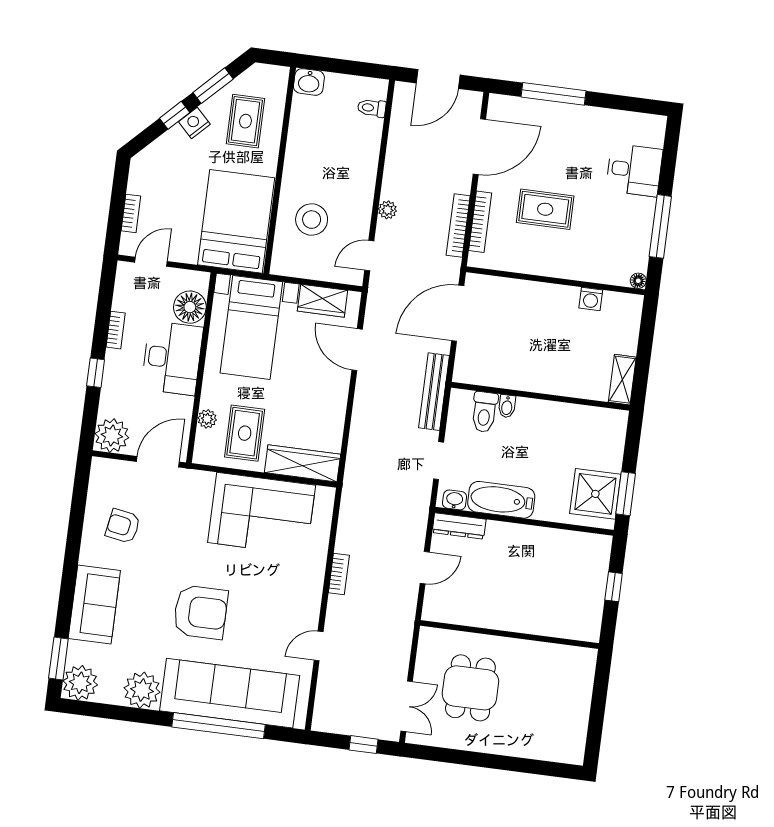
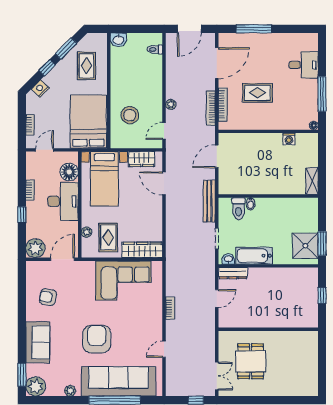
nightstand: (194, 123) -> (40, 89), moved
door: (458, 313) -> (217, 156), width x0.73
armchair: (200, 612) -> (97, 339), turned -90
plant: (142, 690) -> (70, 391), width x0.53, depth x0.53

